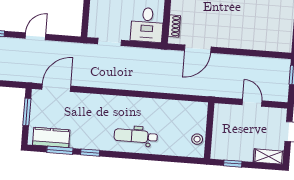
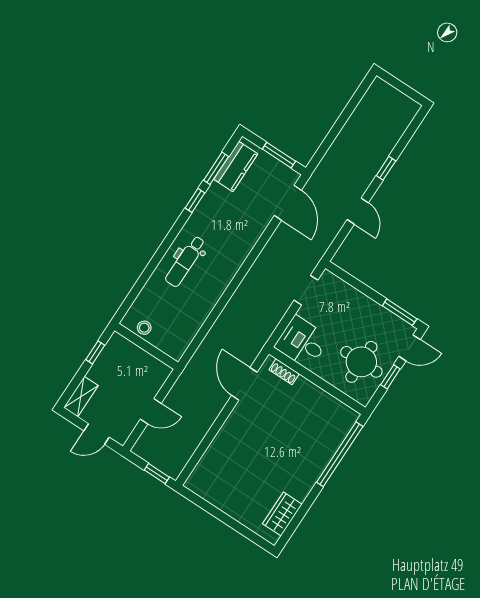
dental chair: (136, 136) -> (185, 261), turned 180

